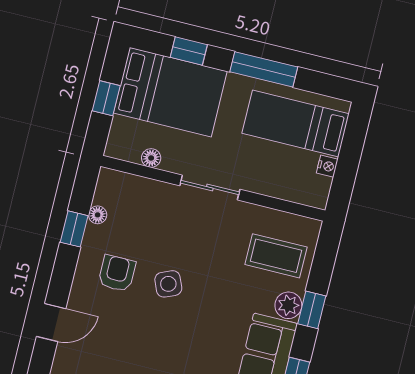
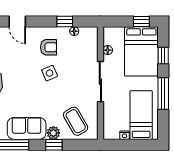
window: (106, 98) -> (141, 22), moved
sliding door: (210, 188) -> (100, 82), width x1.37
coffee table: (276, 256) -> (76, 121), turned -30

